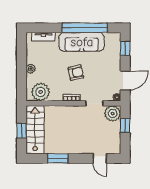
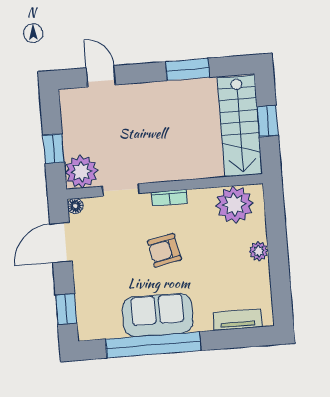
sofa: (82, 42) -> (158, 315), width x0.73

